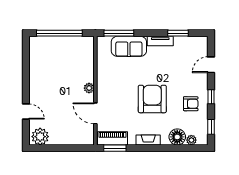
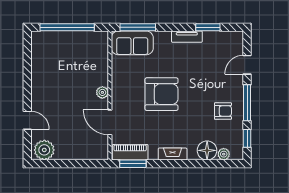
sofa: (129, 46) -> (132, 43), moved
window: (211, 97) -> (247, 103), width x2.17
armchair: (152, 99) -> (161, 94), moved, turned 90

